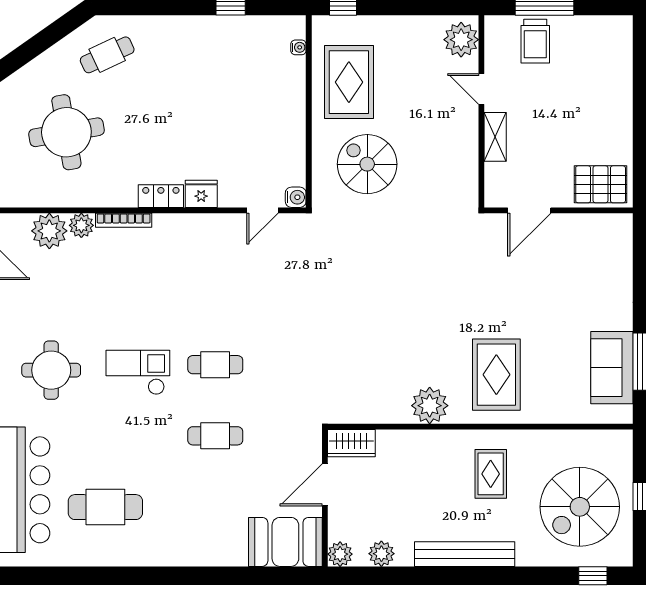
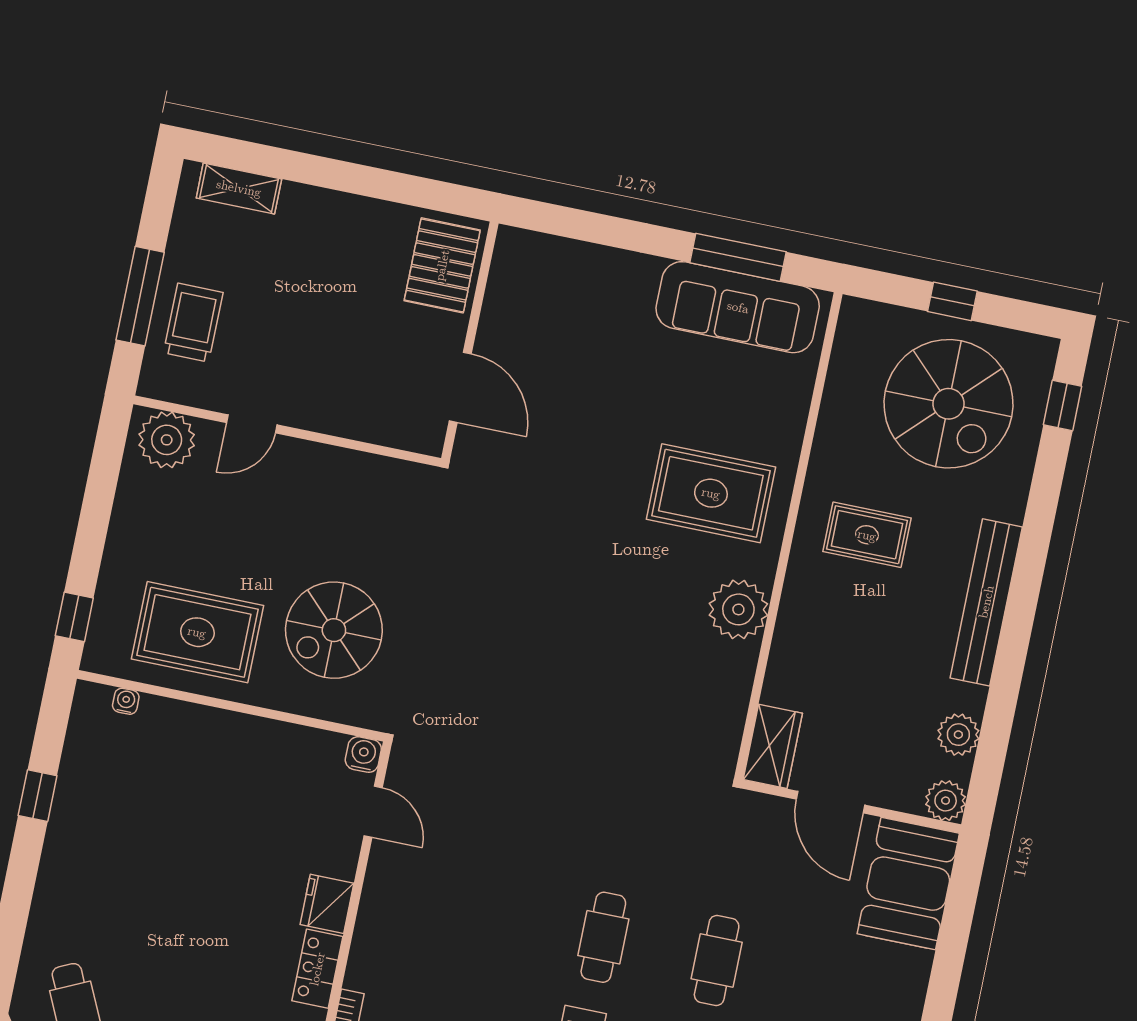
trolley: (535, 41) -> (193, 323), turned -90
shelving: (495, 137) -> (239, 188), moved
sofa: (612, 368) -> (738, 307), width x1.36

